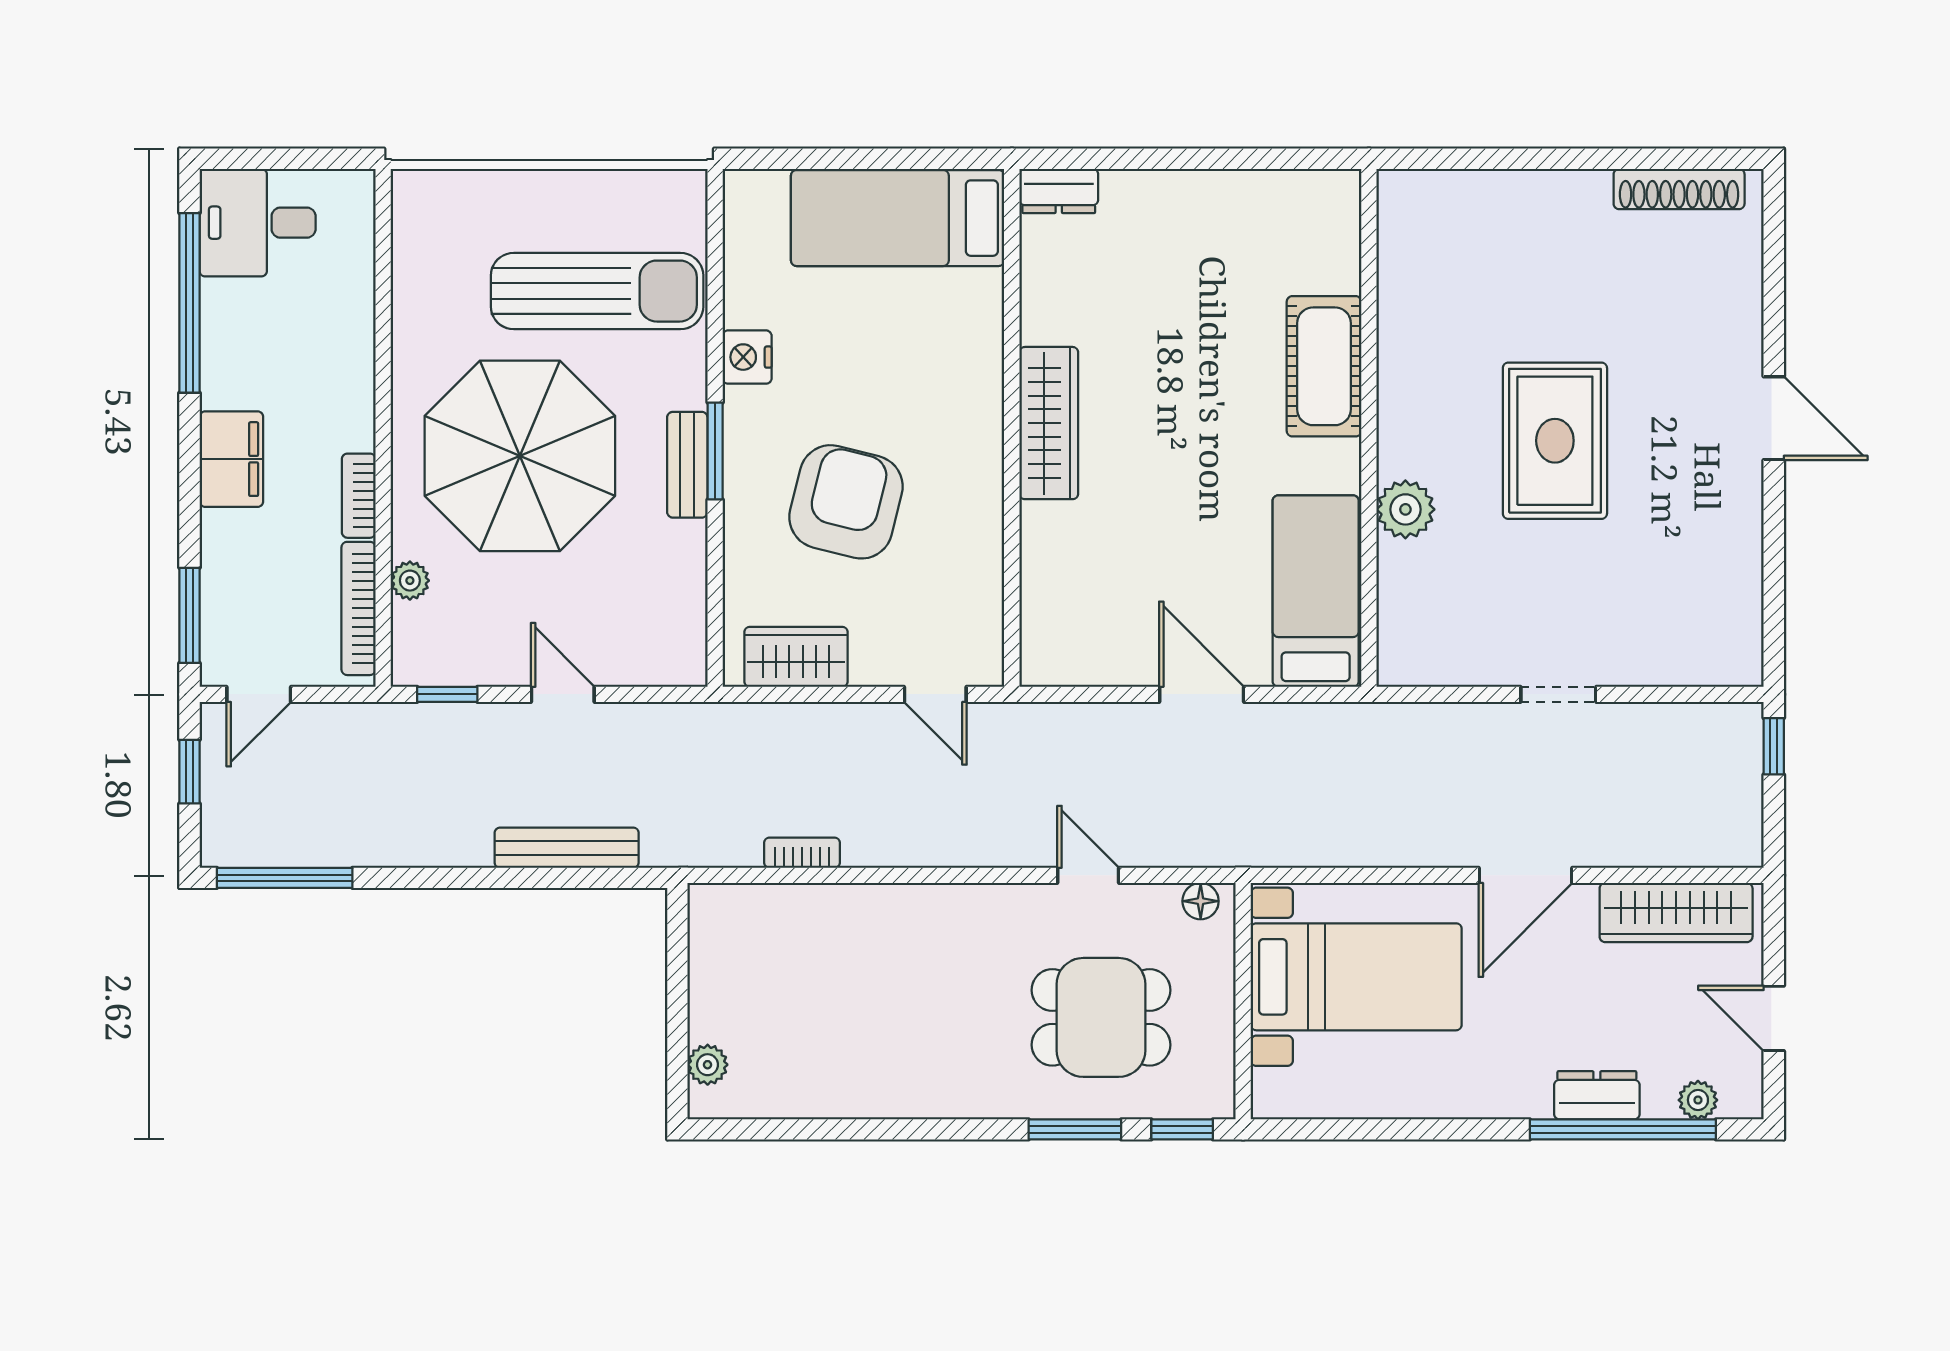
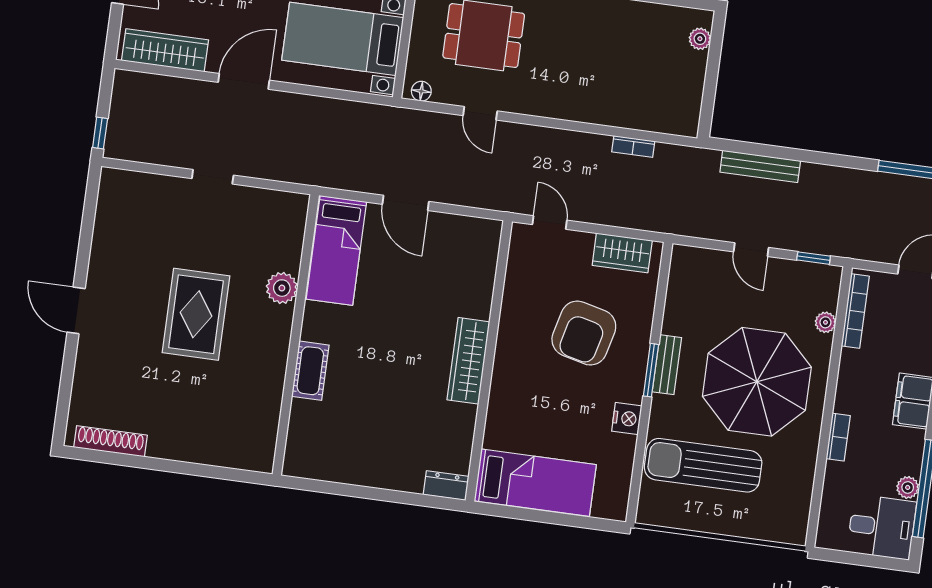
plant: (220, 301) -> (908, 487), added
cot: (1324, 366) -> (310, 371), width x0.73, depth x0.75
bookcase: (359, 496) -> (838, 437), moved

